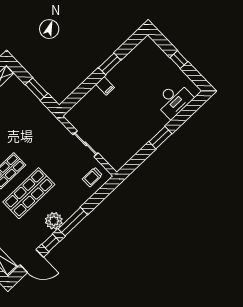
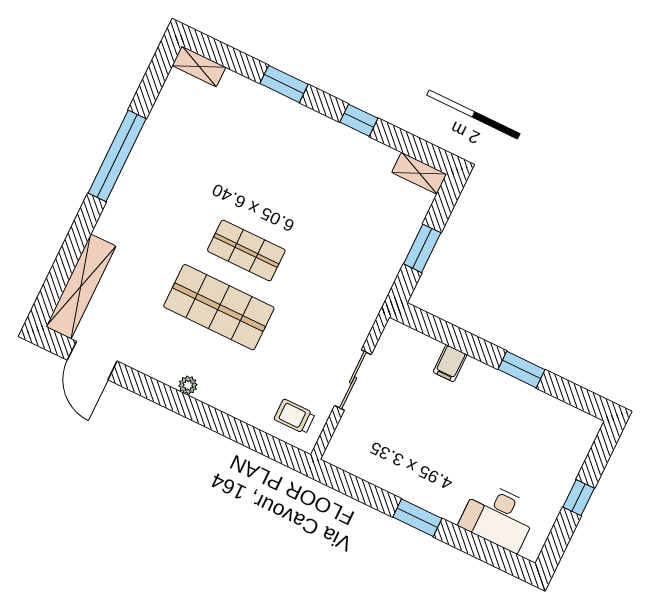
filing cabinet: (105, 86) -> (450, 363), moved
plant: (54, 221) -> (188, 385), width x0.53, depth x0.53
window: (73, 222) -> (196, 411), removed
window: (51, 243) -> (140, 384), removed

